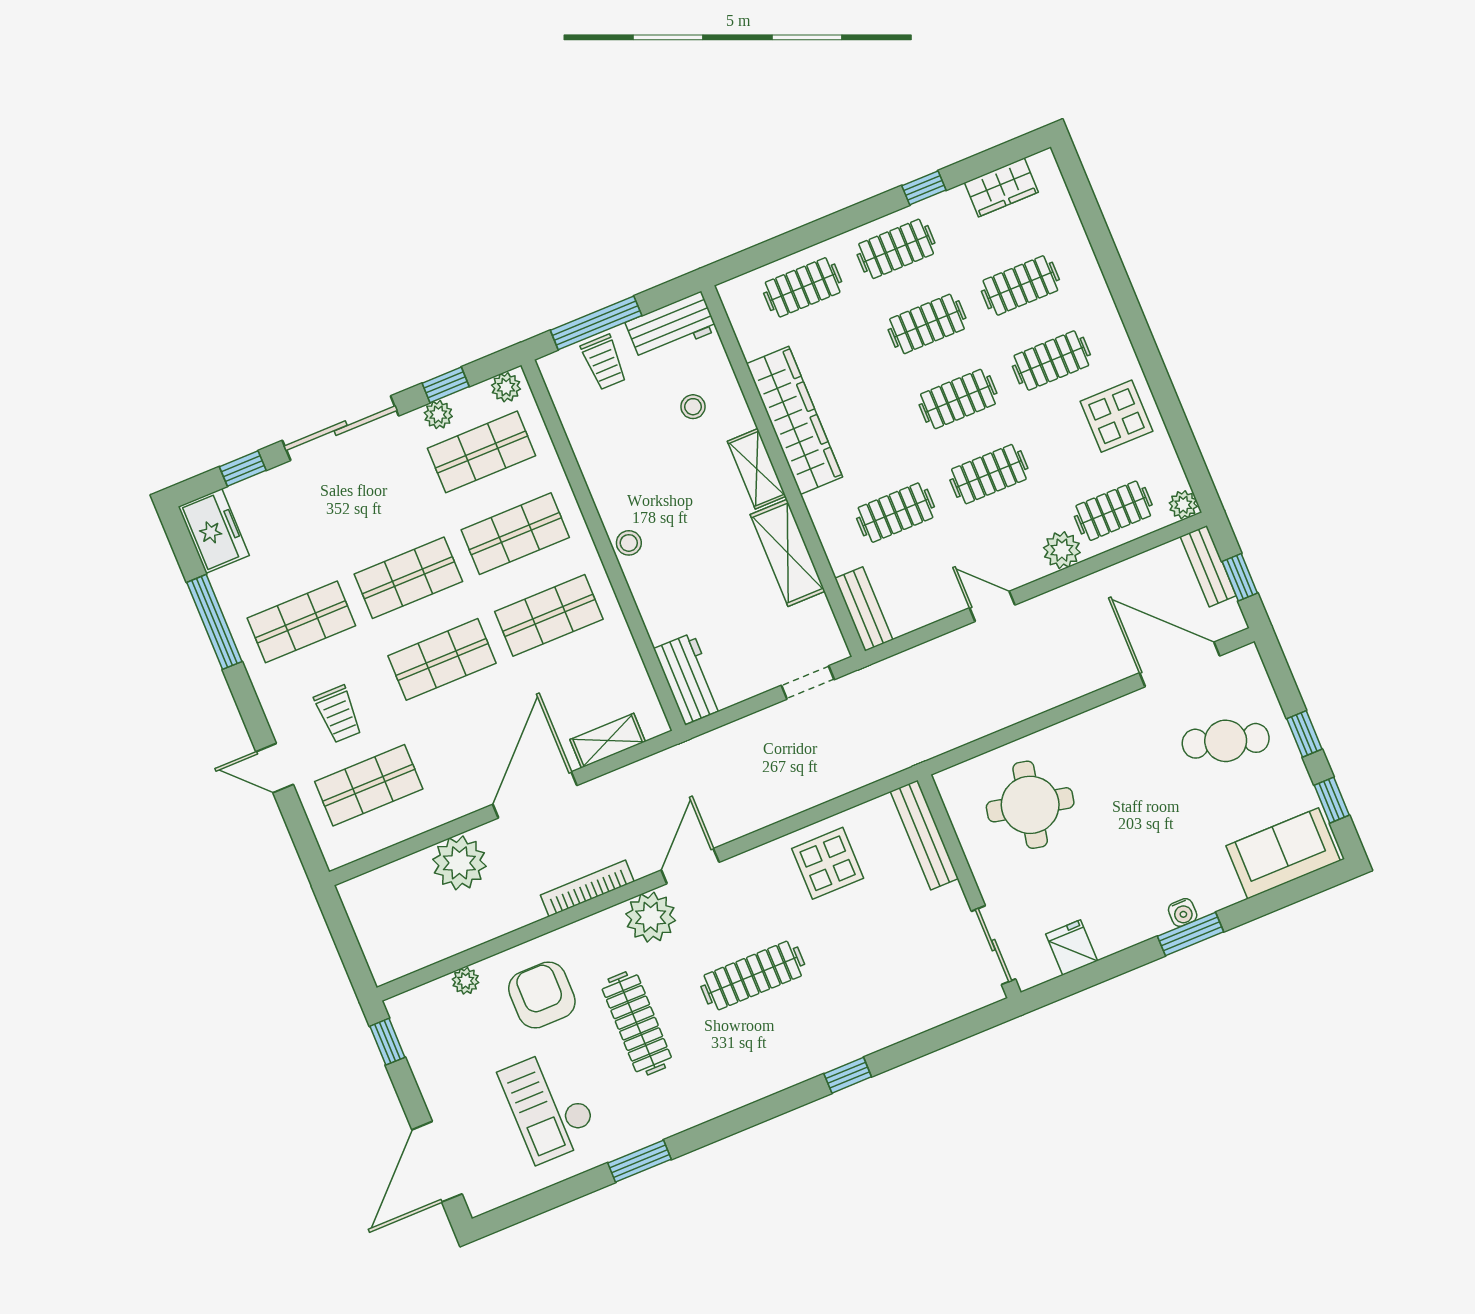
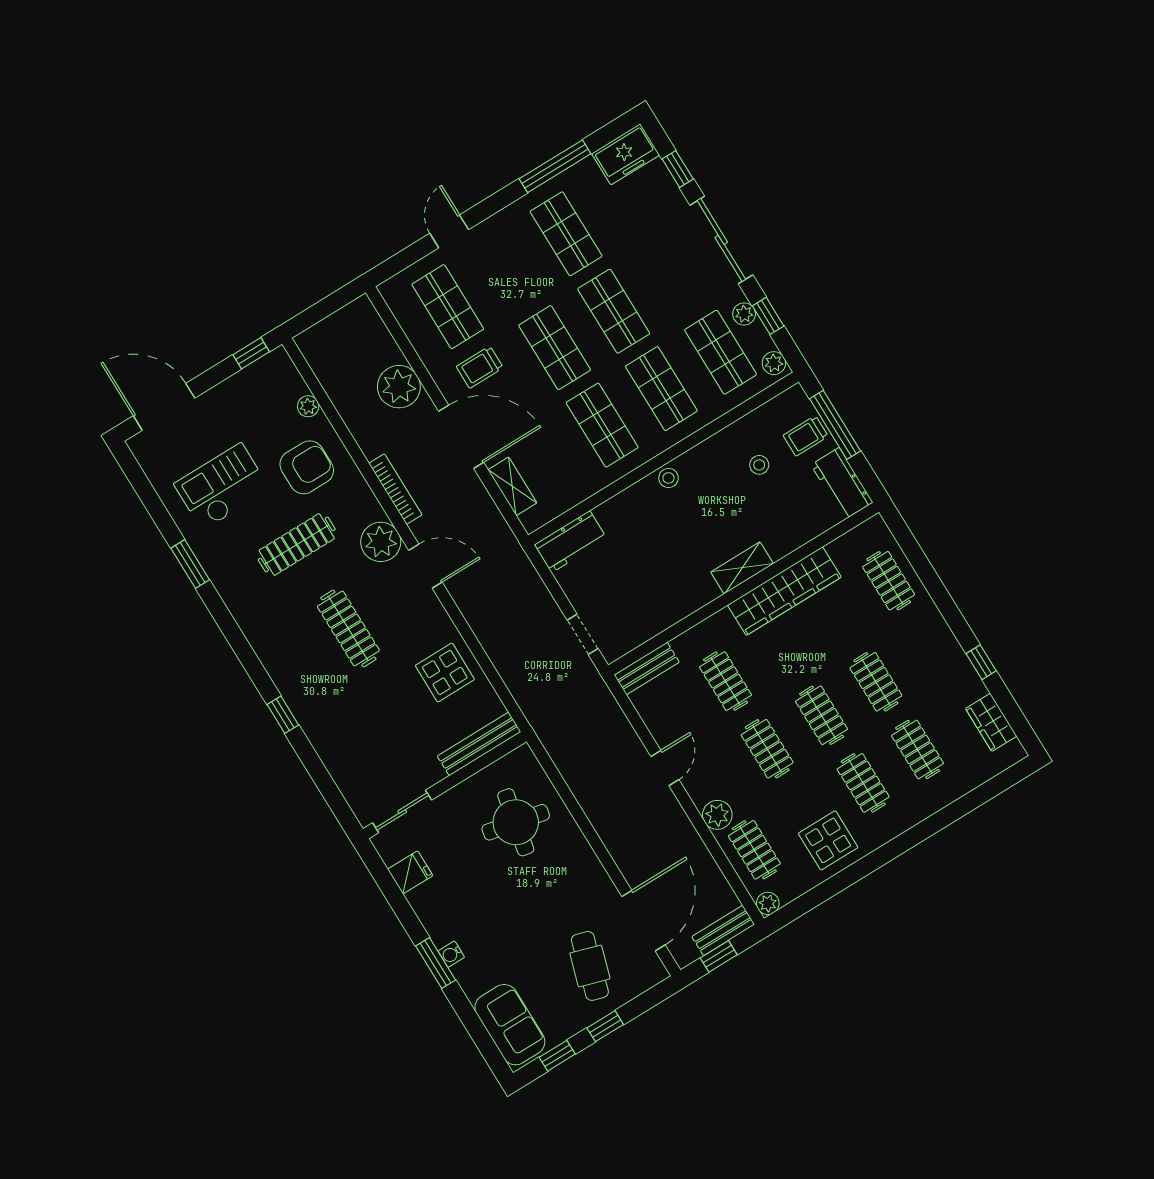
clothes rail: (896, 249) -> (930, 648), removed
stool: (693, 407) -> (759, 465), moved
shelving: (788, 553) -> (681, 602), removed
trolley: (338, 714) -> (480, 367), moved

